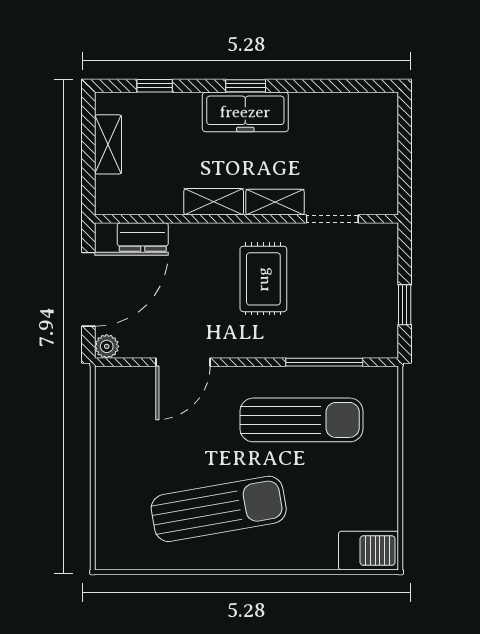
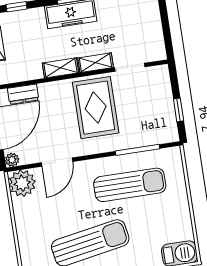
rug: (263, 279) -> (96, 108), width x1.36, depth x1.43
plant: (118, 389) -> (22, 183), added

